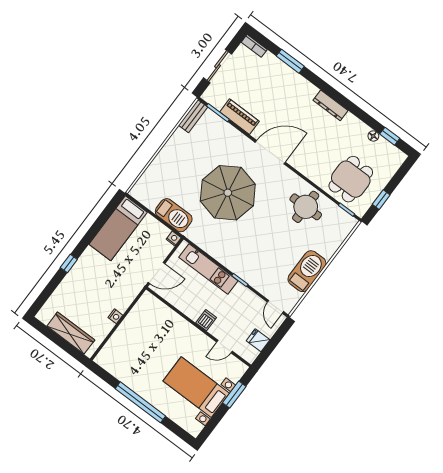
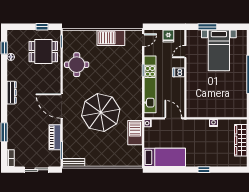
kitchen unit: (208, 269) -> (150, 84), width x1.36
door: (224, 347) -> (185, 52), swing flipped

